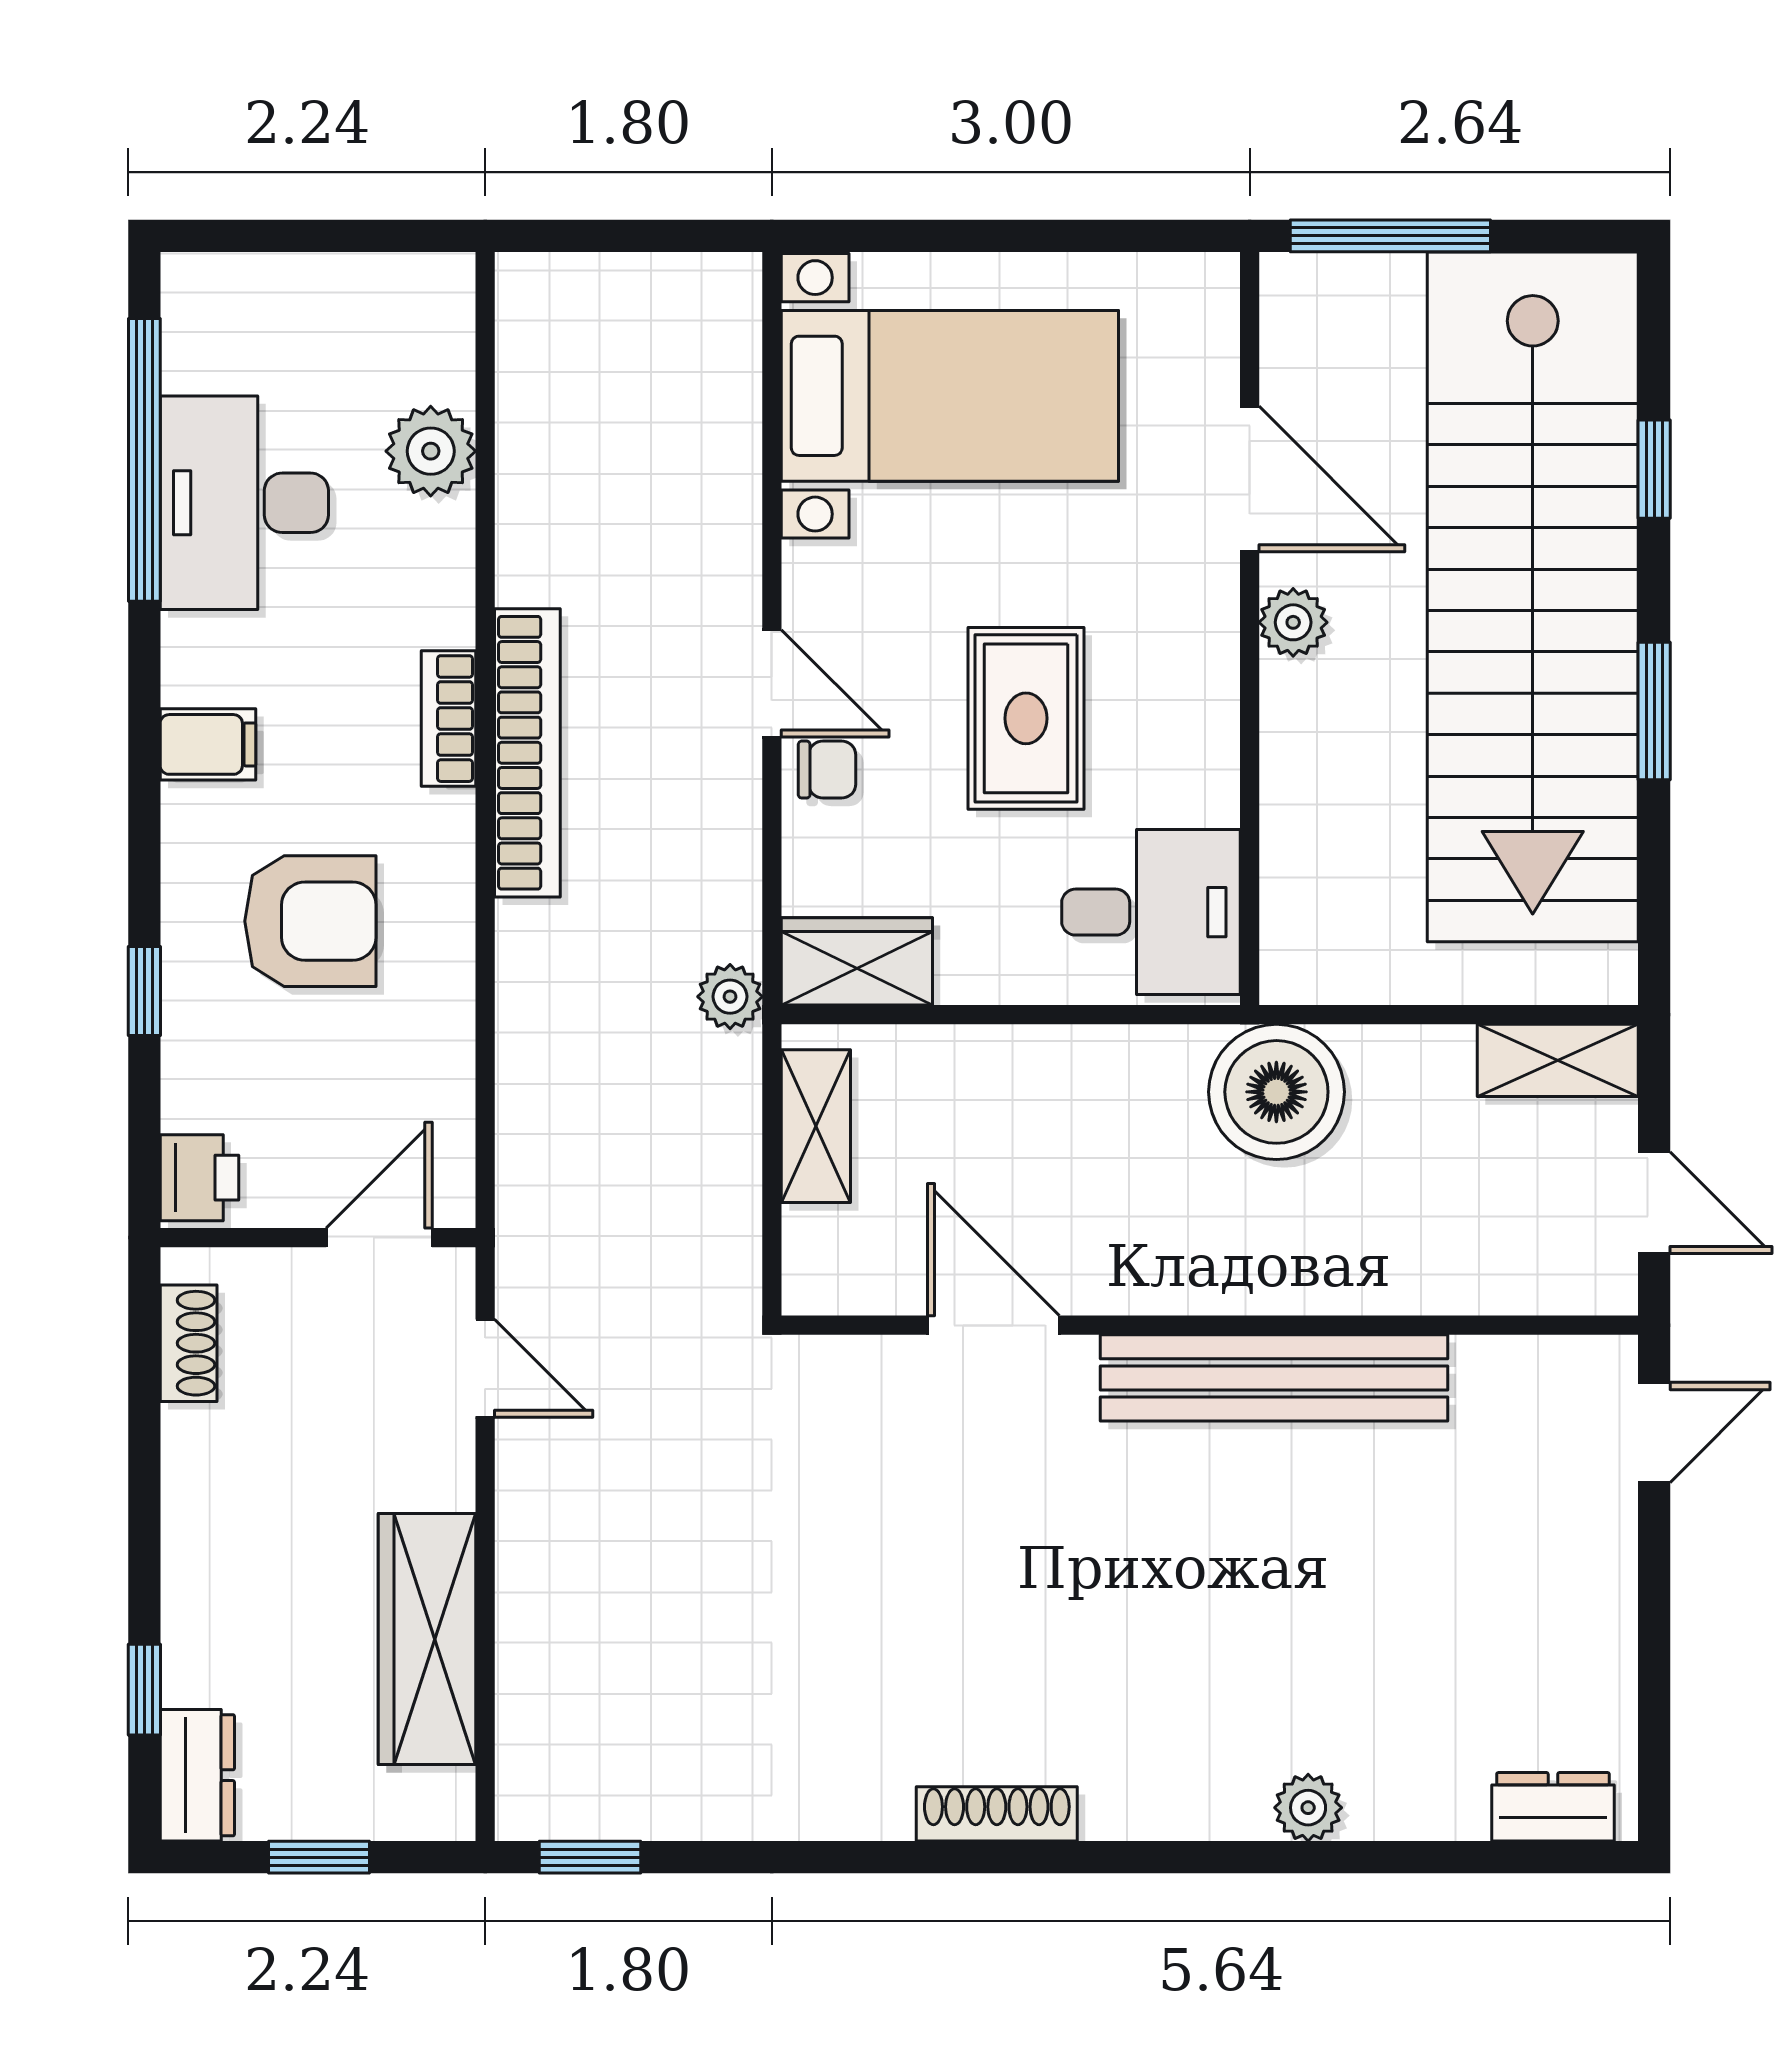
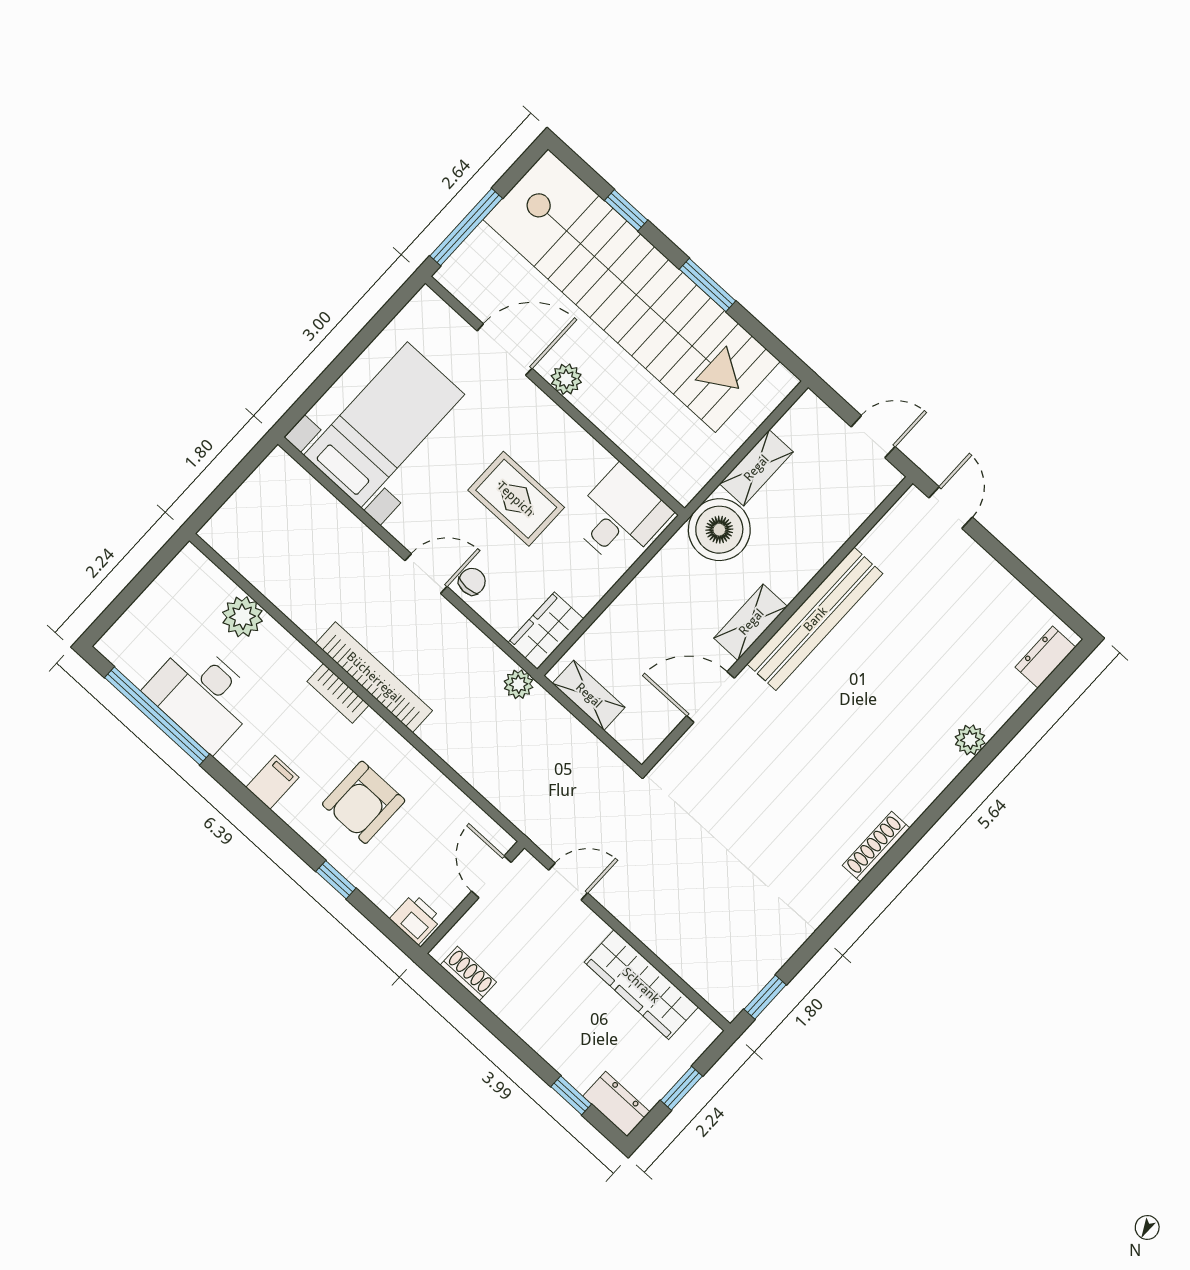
armchair: (310, 921) -> (364, 802), turned 180
shelving: (1558, 1060) -> (756, 468), moved
shelving: (1173, 1279) -> (751, 622), added

